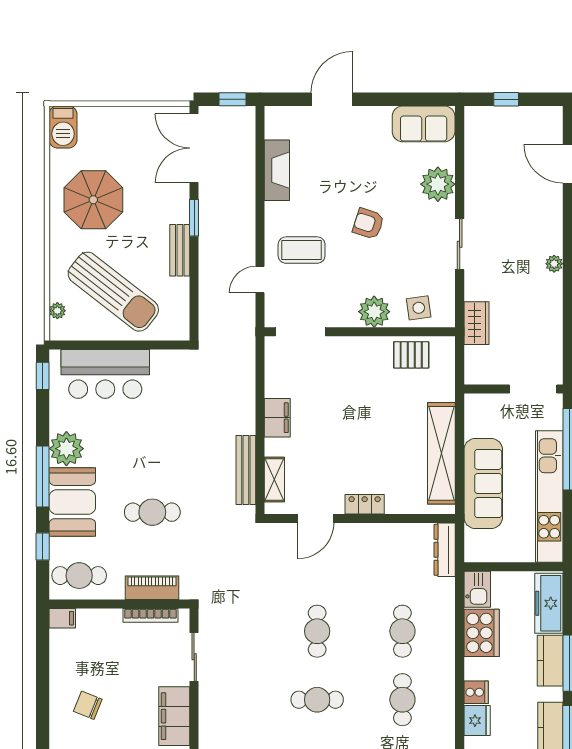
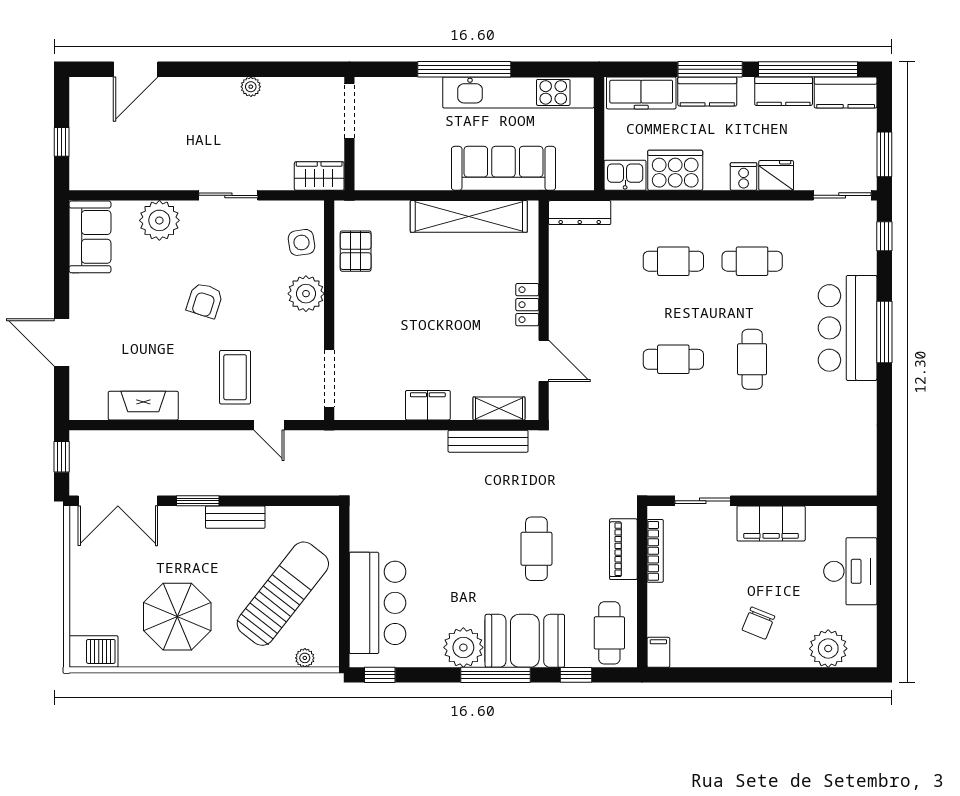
wall: (513, 389) -> (349, 134), moved
doorway: (533, 389) -> (349, 111), moved

